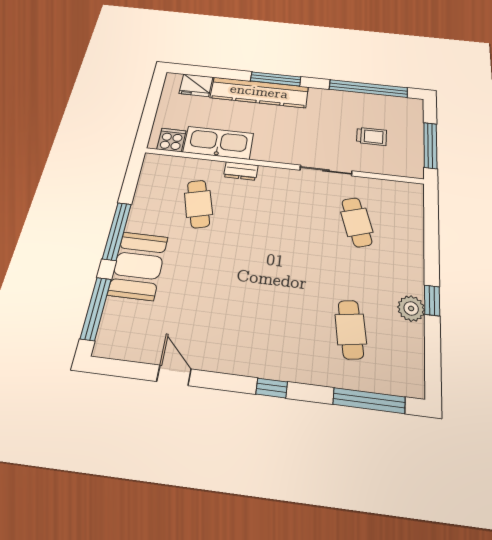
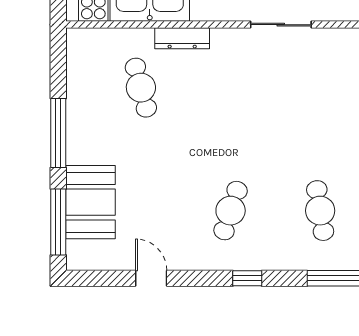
dresser: (241, 171) -> (182, 38), width x1.44
cafe table: (357, 222) -> (231, 211), moved, turned 36
booth: (138, 266) -> (90, 202), moved

